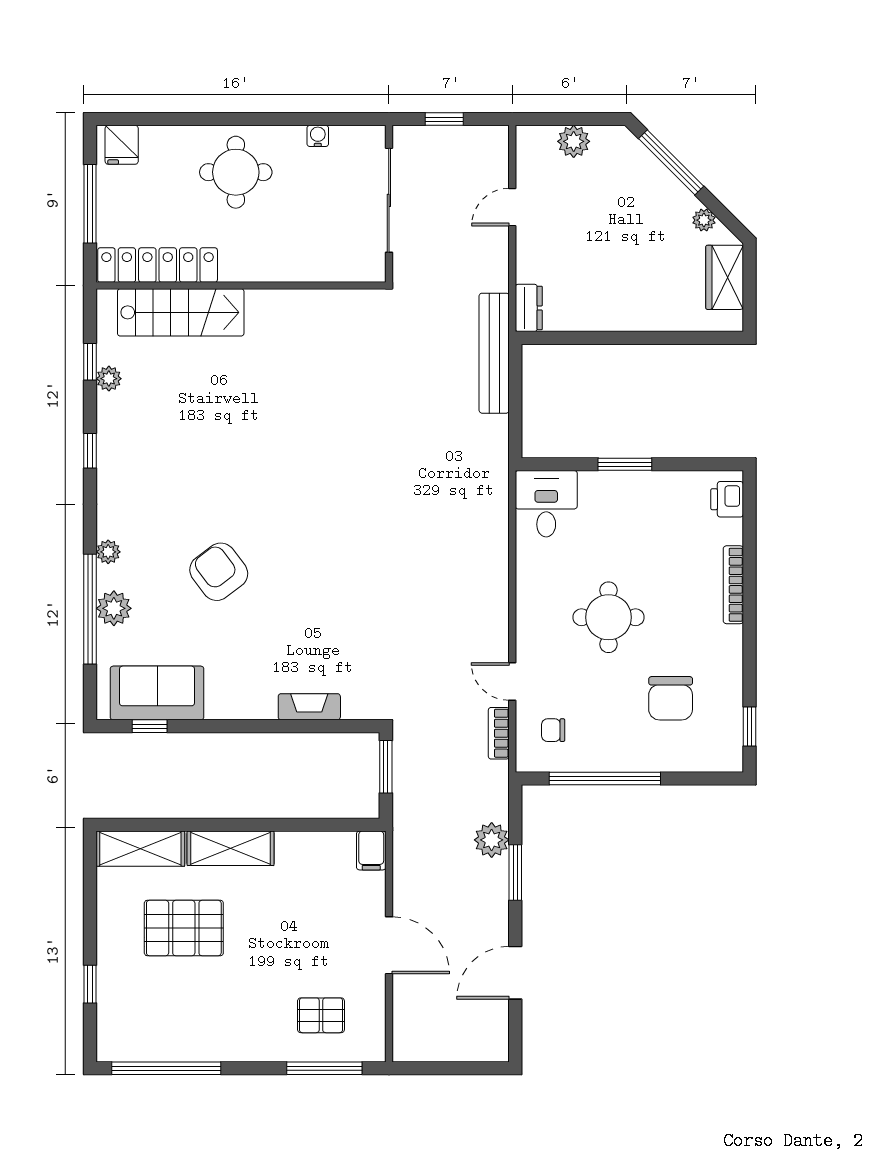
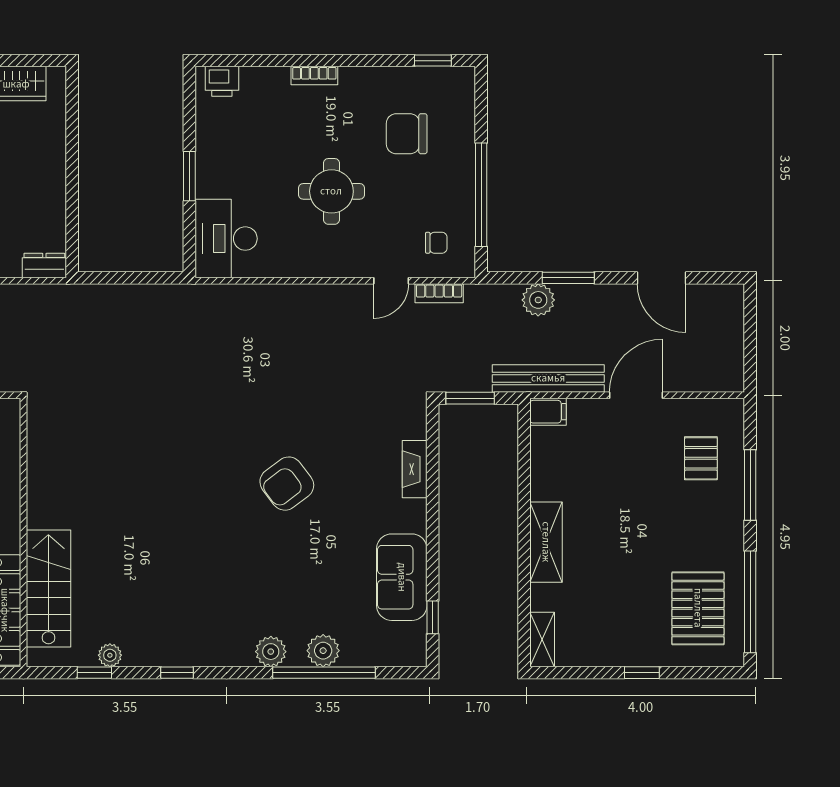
bench: (494, 353) -> (548, 378), moved
desk: (546, 504) -> (226, 239), width x1.37
plant: (108, 552) -> (271, 652), width x1.38, depth x1.38
armchair: (219, 572) -> (287, 484), moved
bookcase: (733, 585) -> (314, 76), width x0.64
sofa: (157, 693) -> (402, 577), moved
chair: (671, 698) -> (407, 134), turned 180
chair: (553, 730) -> (436, 243), turned -90
shelving: (140, 849) -> (542, 640), width x0.67, depth x0.75
pallet: (184, 928) -> (698, 608), moved
window: (90, 984) -> (642, 673), moved
window: (324, 1068) -> (750, 485), moved

